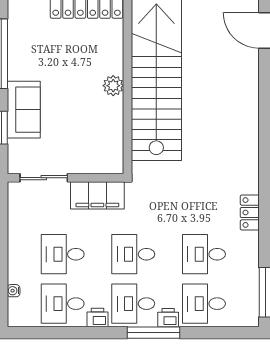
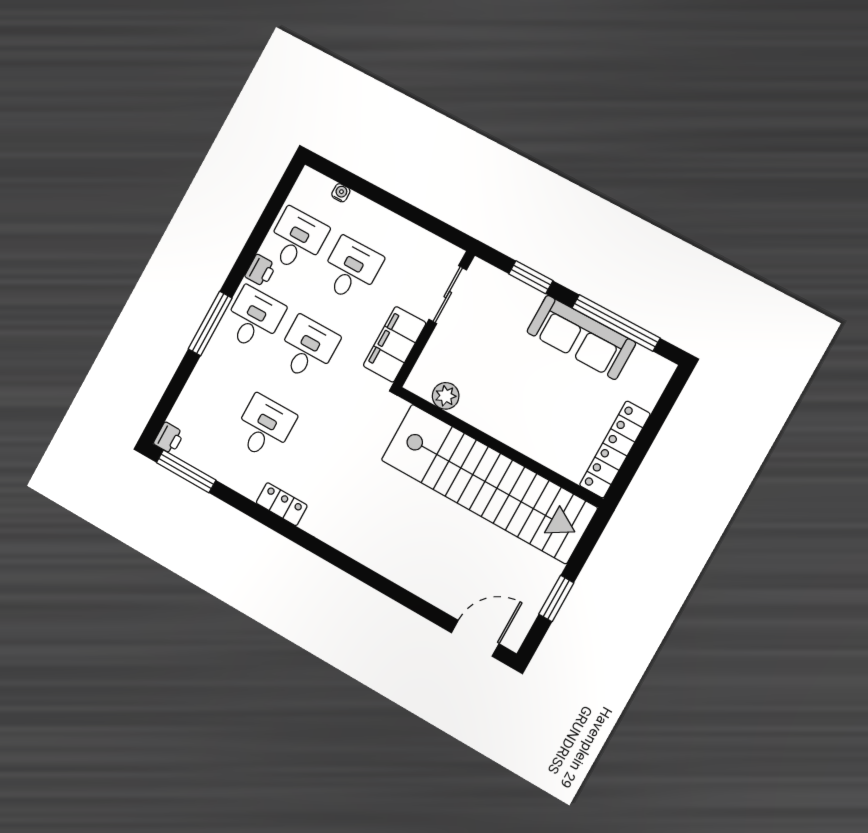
plant: (113, 86) -> (446, 396), moved
sofa: (24, 110) -> (581, 337), moved, width x1.36
desk: (204, 304) -> (211, 397), removed
printer: (168, 318) -> (169, 438), moved

